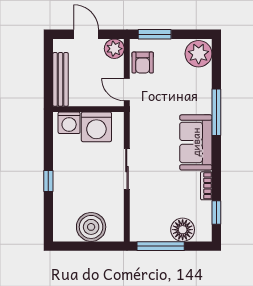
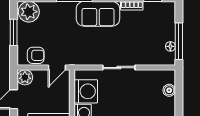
window: (155, 34) -> (14, 32), moved
boiler: (91, 227) -> (169, 90), width x0.54, depth x0.54
floor lamp: (183, 230) -> (170, 46), moved, width x0.53, depth x0.53

